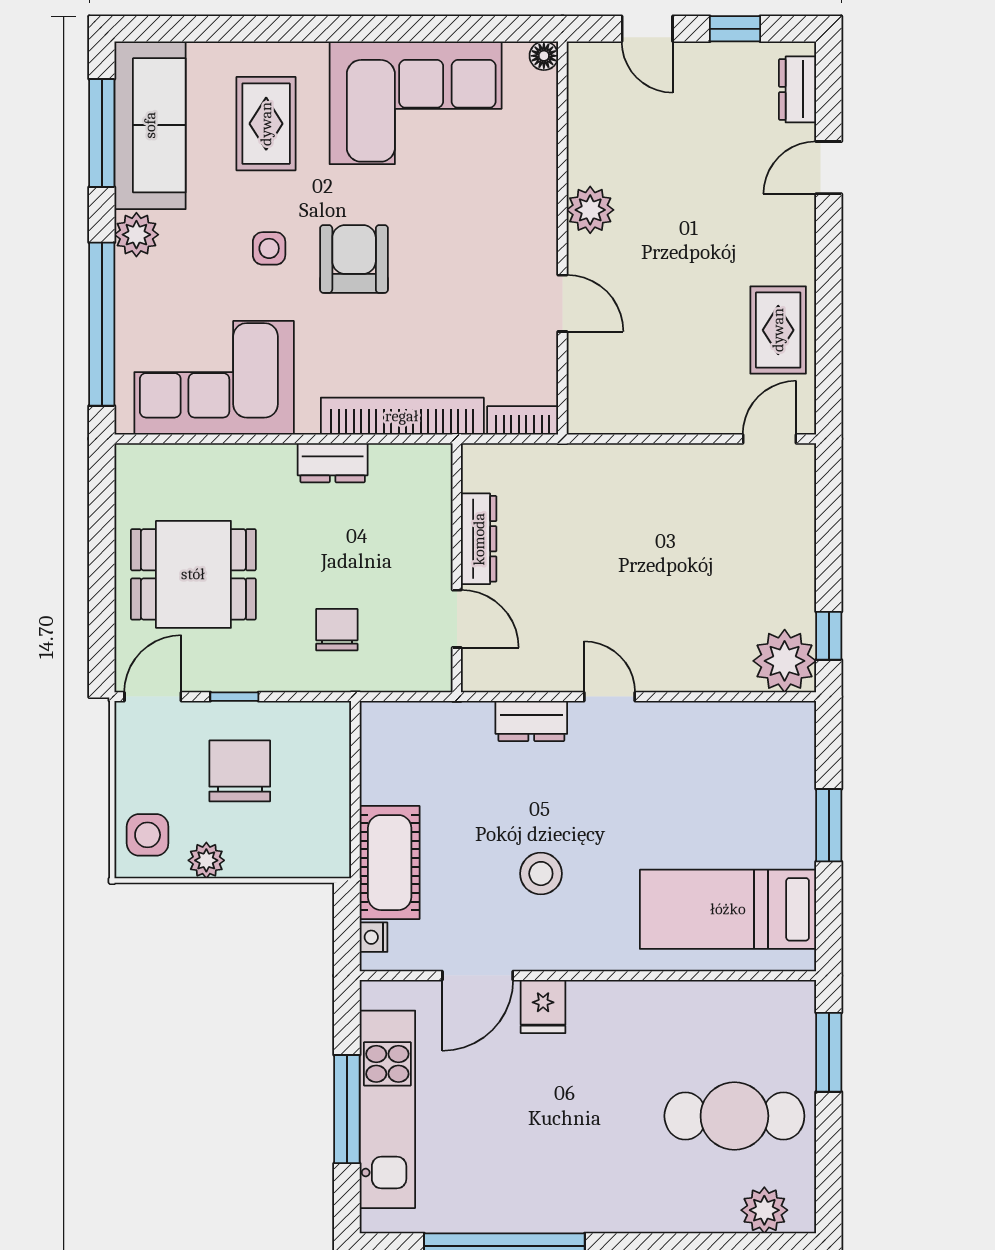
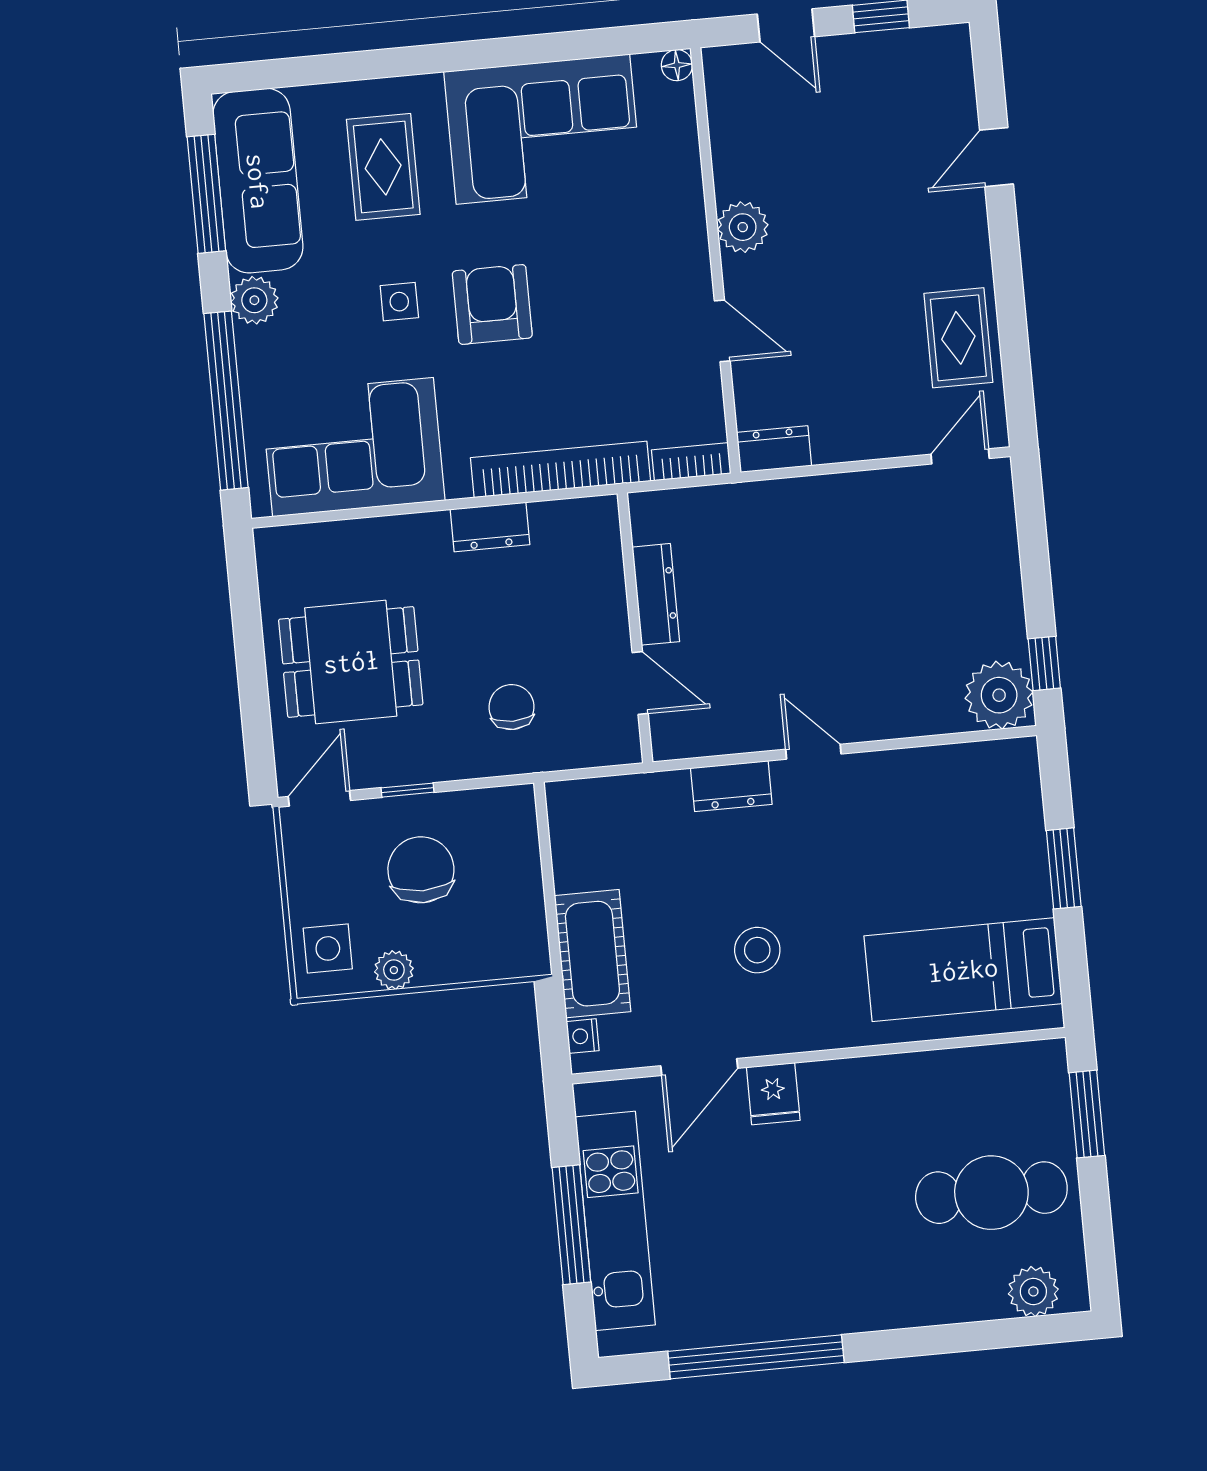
dresser: (797, 89) -> (774, 449), moved, turned 90

